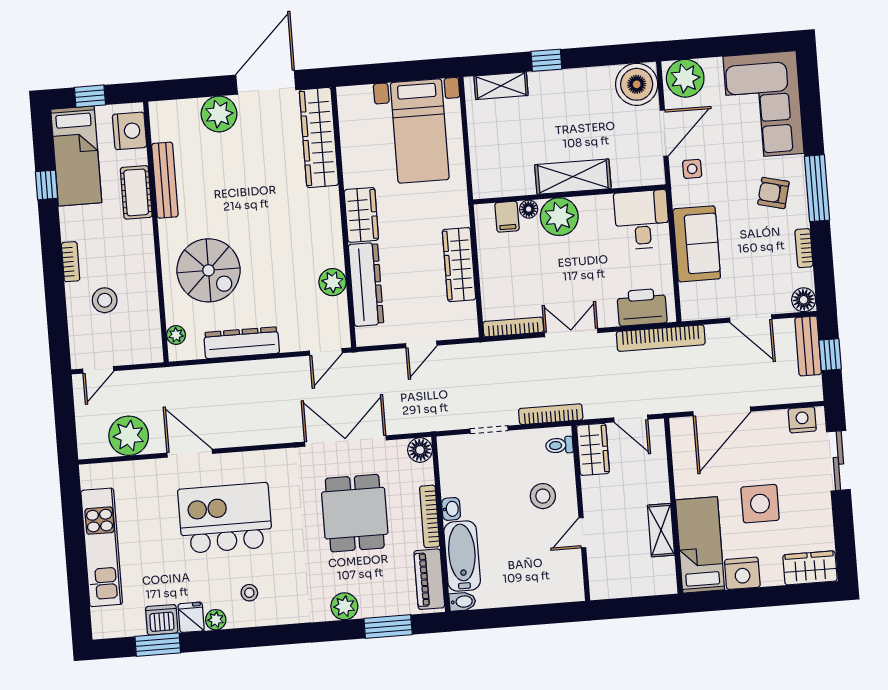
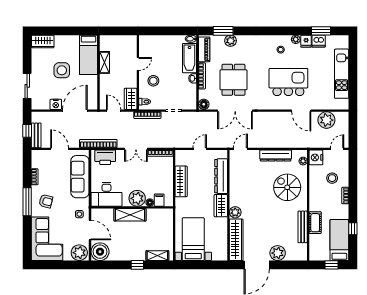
nightstand: (130, 131) -> (316, 157), moved
door: (664, 133) -> (90, 230), swing flipped
desk: (642, 220) -> (106, 194), width x1.37
sofa: (697, 244) -> (80, 177), width x1.36
plant: (333, 282) -> (235, 212), moved
floor lamp: (804, 300) -> (37, 155), removed
nightstand: (802, 420) -> (56, 104), moved
kitchen island: (225, 518) -> (288, 82), turned 180
nightstand: (742, 573) -> (72, 41), removed
plant: (344, 606) -> (231, 41), moved

